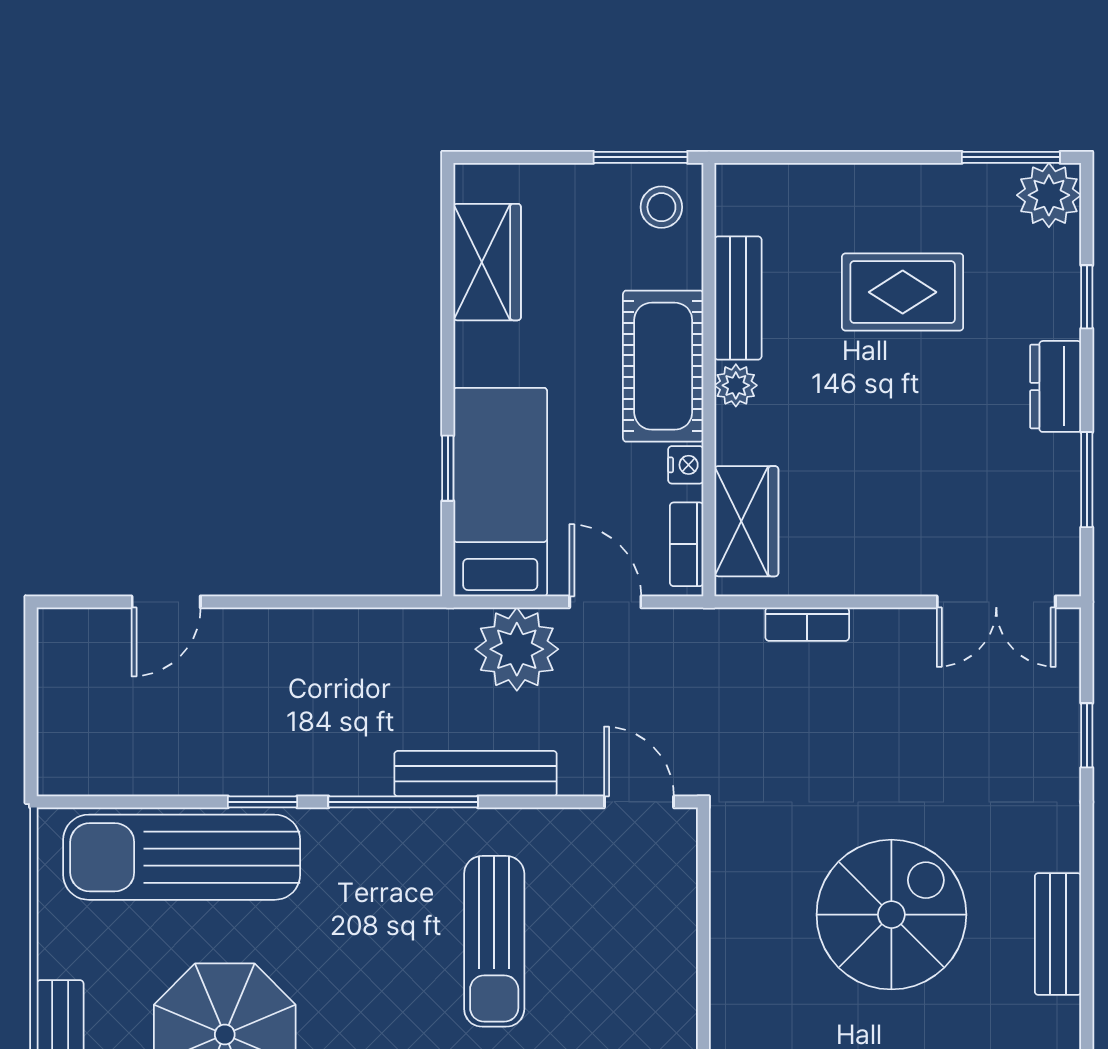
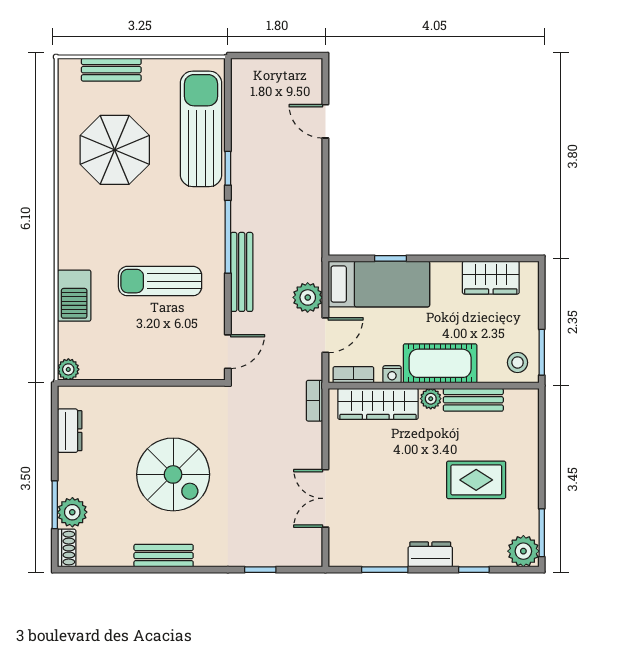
rug: (903, 292) -> (476, 480), turned 90
wardrobe: (746, 521) -> (378, 404), width x1.50
double door: (996, 602) -> (325, 498), moved
bookcase: (807, 624) -> (314, 401), moved
plant: (517, 649) -> (308, 297), width x0.73, depth x0.73

